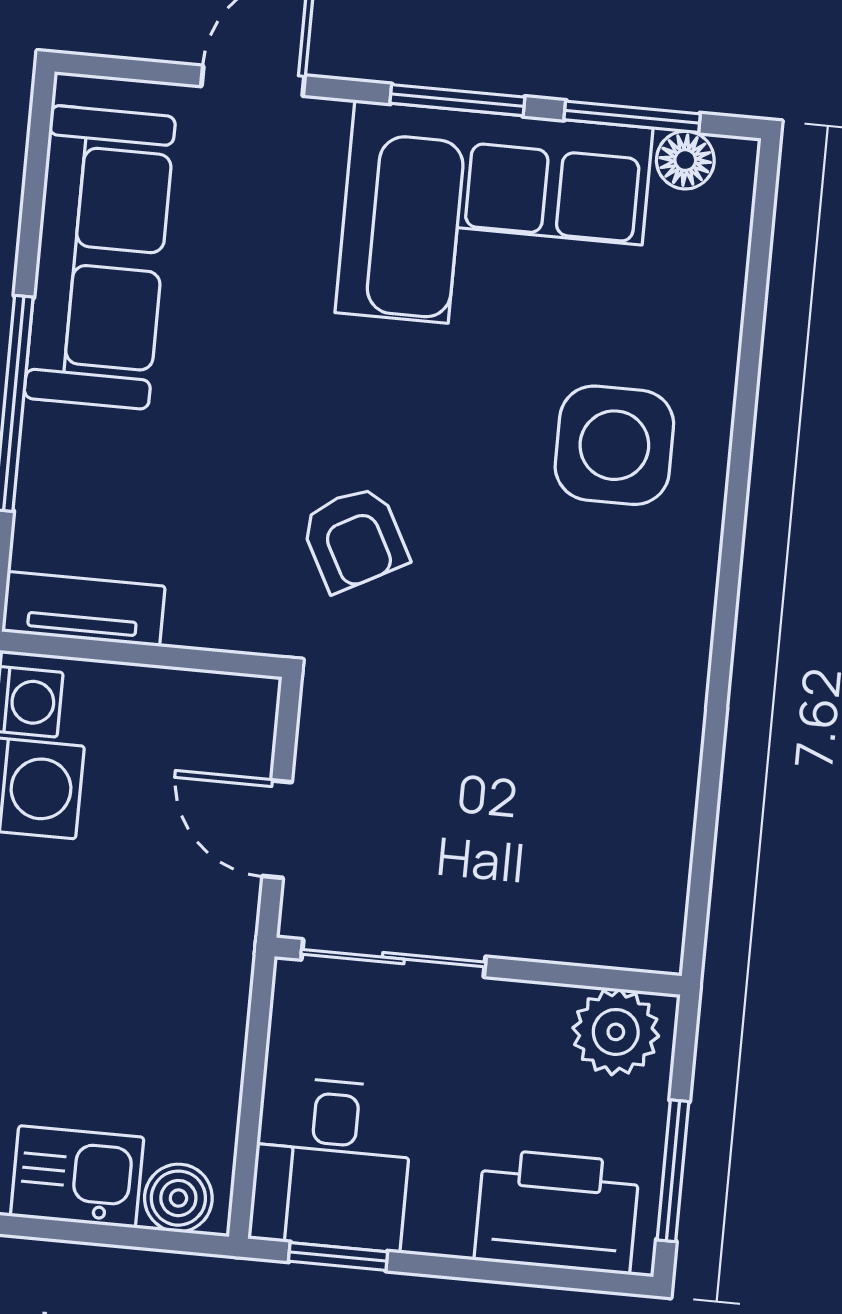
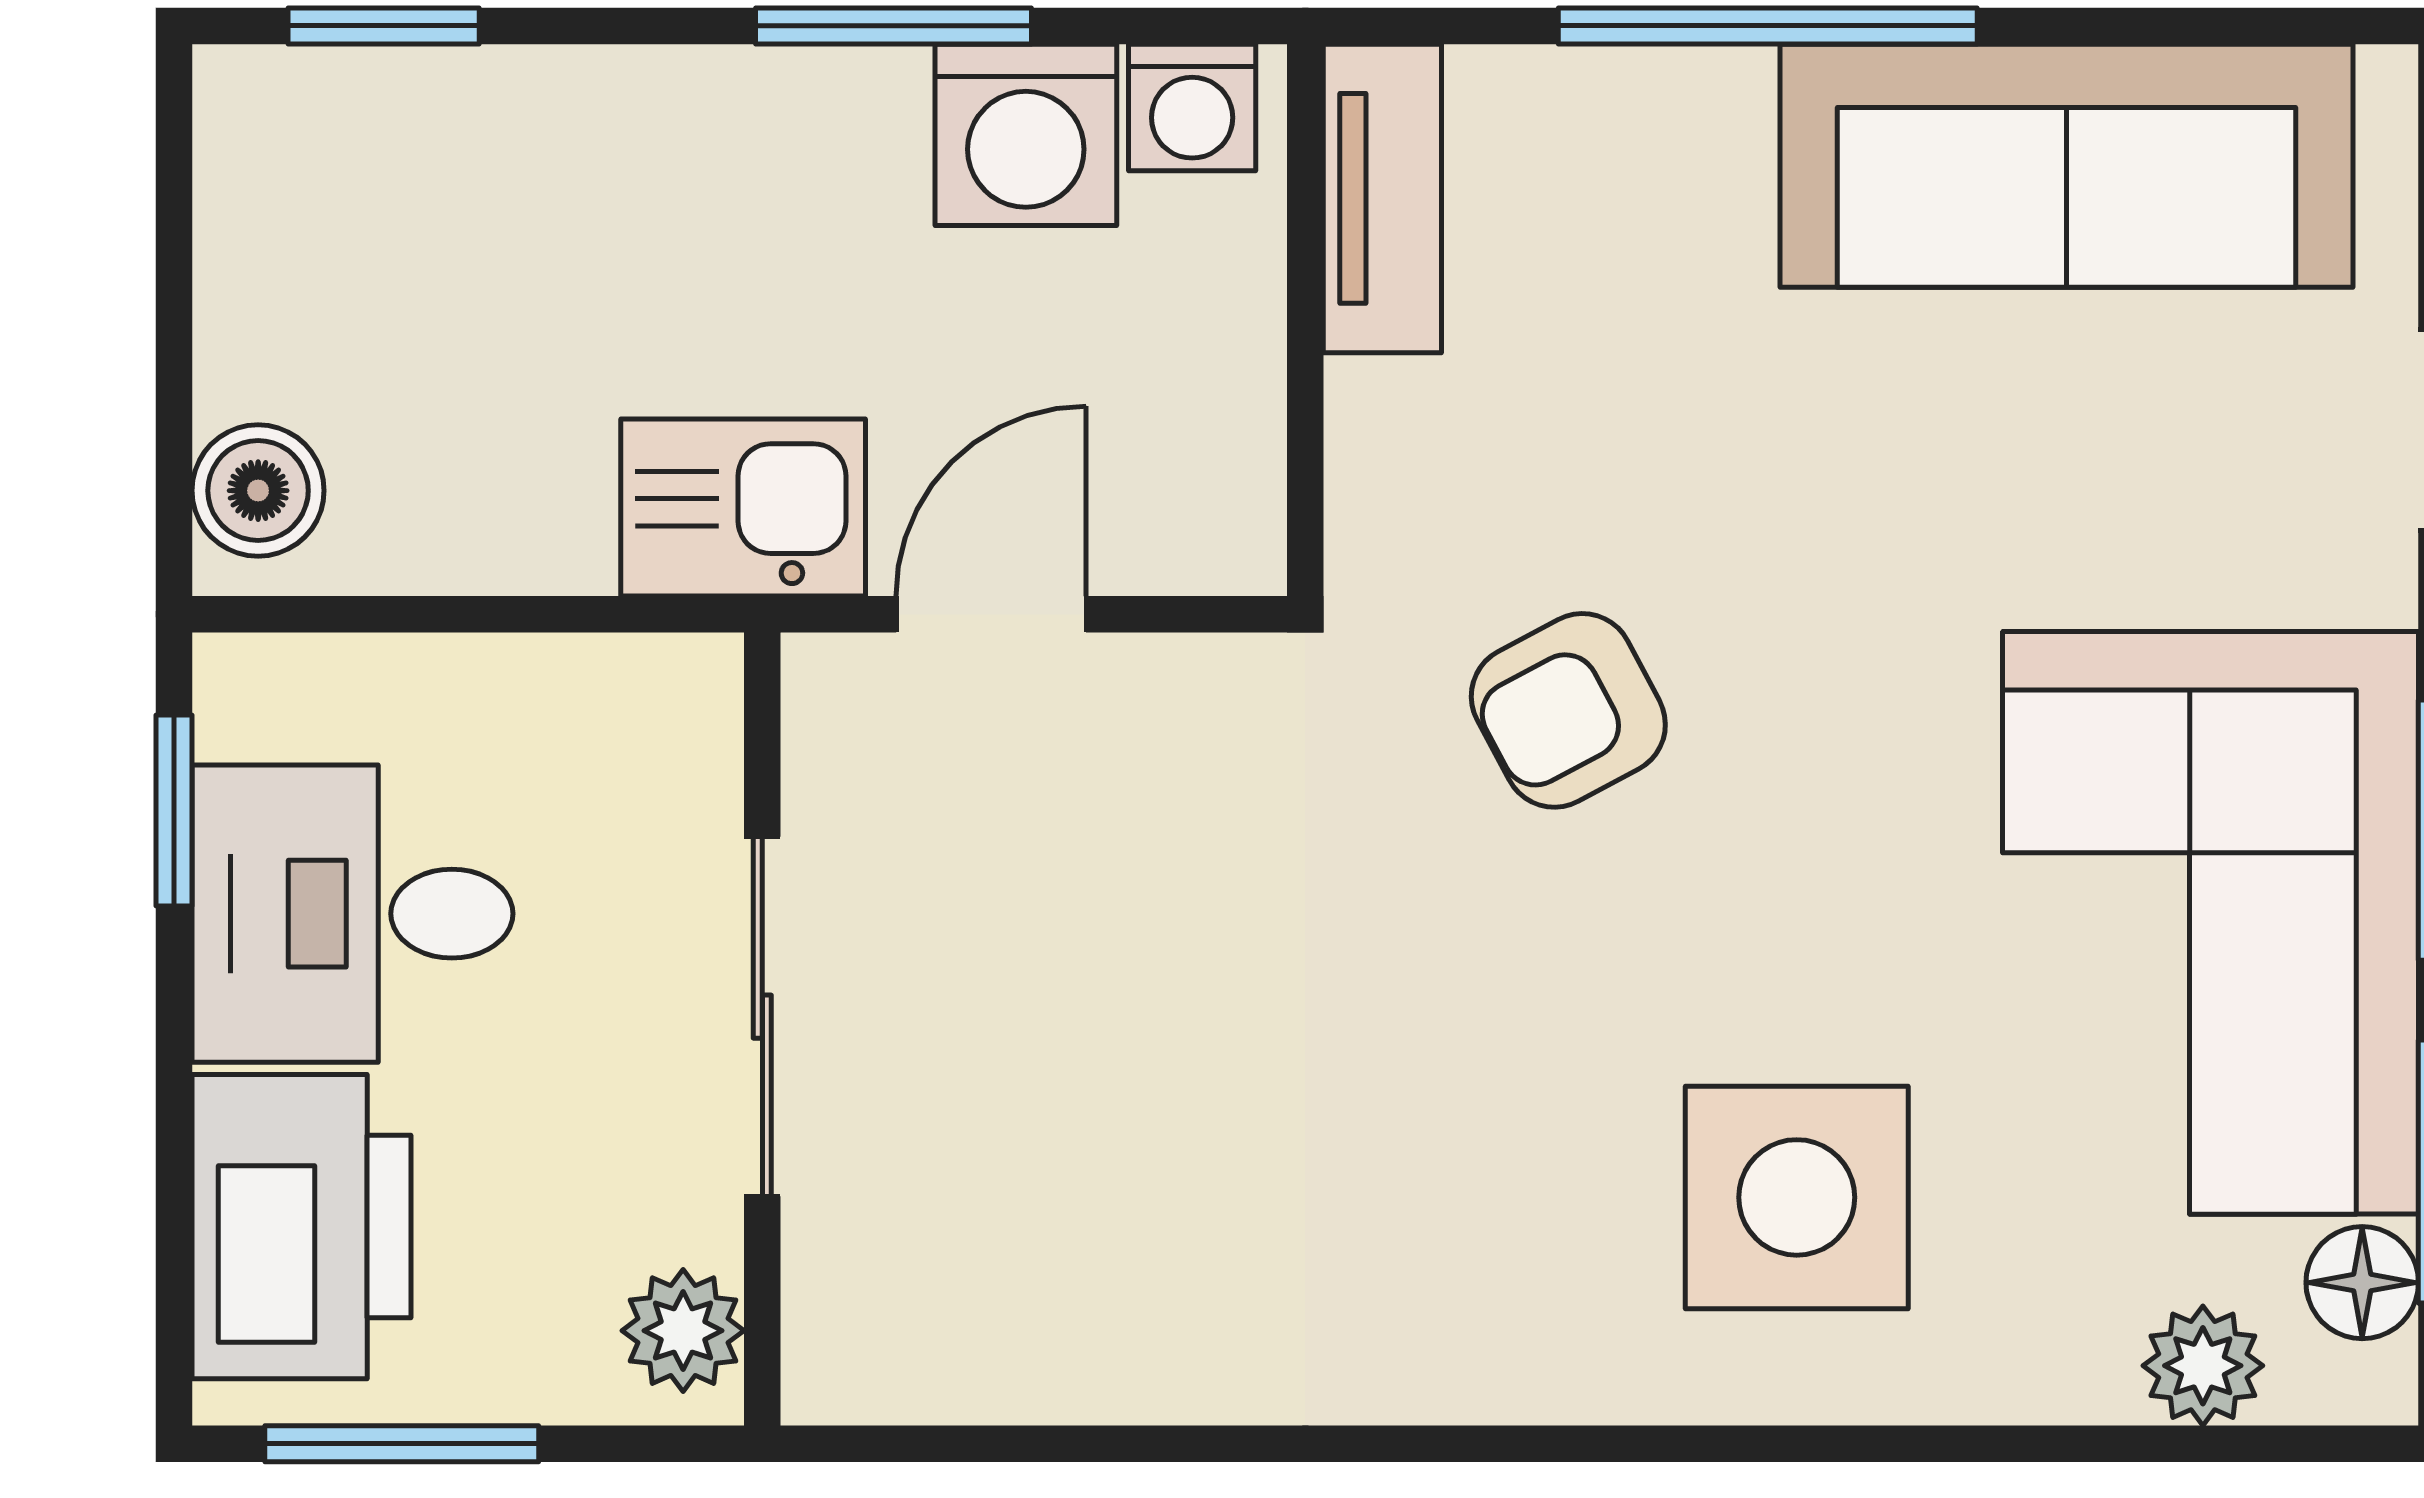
plant: (720, 246) -> (2203, 1366), added
sliding door: (393, 958) -> (762, 1017), moved
plant: (616, 1032) -> (683, 1331), width x0.73, depth x0.73
desk: (332, 1164) -> (352, 914), moved
kitchen sink: (77, 1177) -> (743, 507), moved, turned -90

